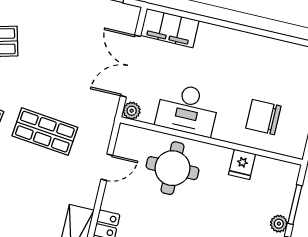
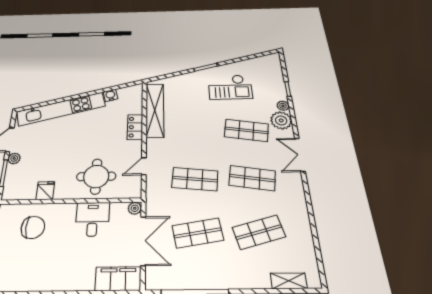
shop shelf: (62, 59) -> (198, 233), added
desk: (187, 109) -> (92, 219), width x0.73

